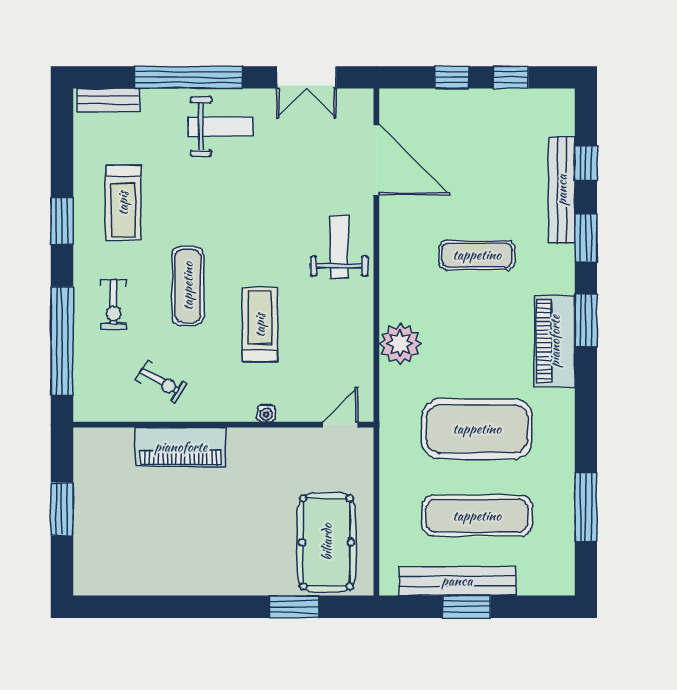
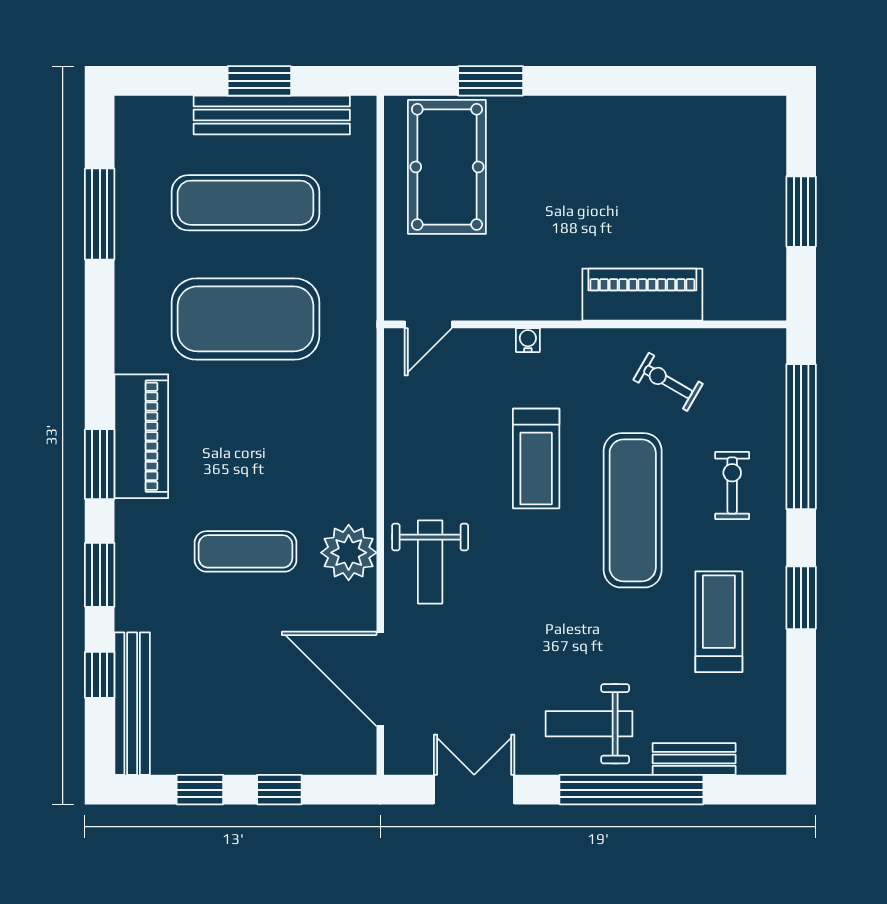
bench: (108, 100) -> (694, 759), moved
bench: (562, 190) -> (132, 704), moved
exercise mat: (188, 286) -> (633, 510), width x1.36, depth x1.45
plant: (400, 344) -> (349, 553), moved

